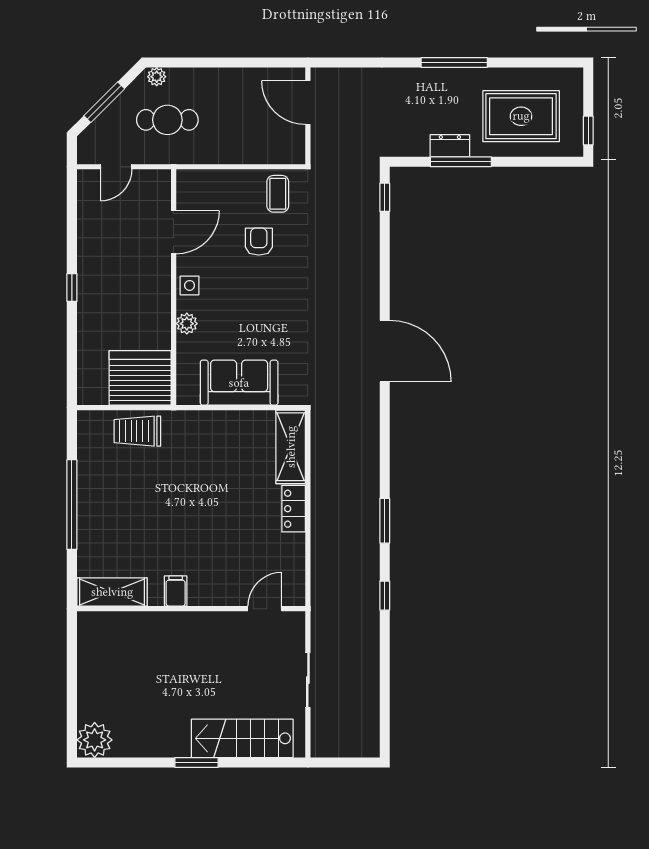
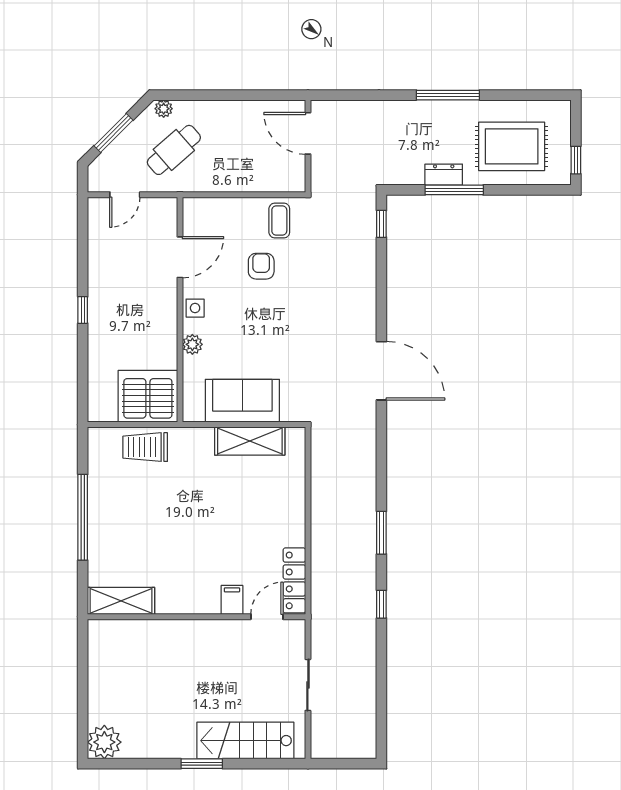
cafe table: (167, 120) -> (174, 150), turned -41
shelving: (291, 447) -> (250, 441), moved, turned 90
locker: (294, 509) -> (294, 580), moved, width x1.53
filing cabinet: (176, 591) -> (232, 600), moved

